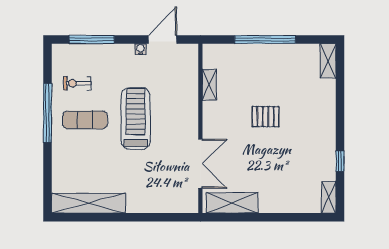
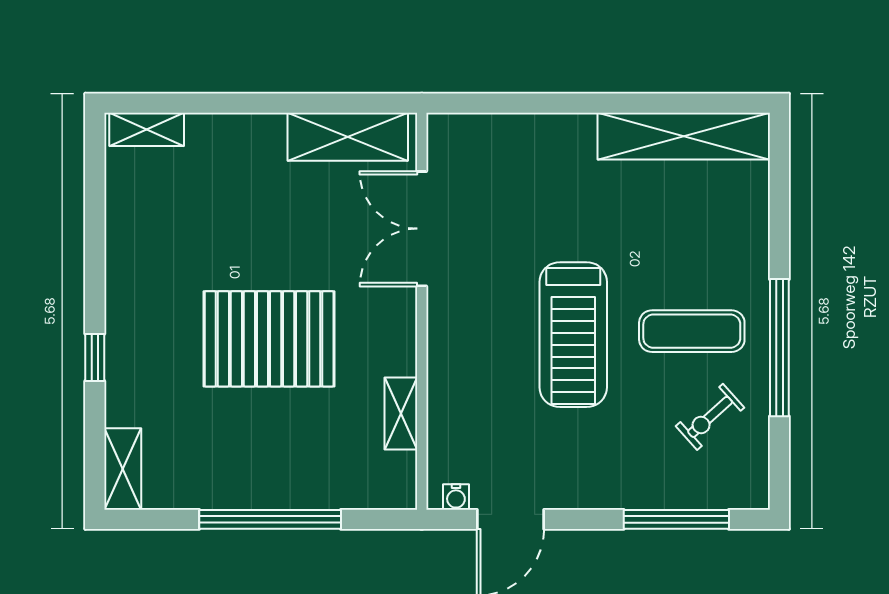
water cooler: (140, 49) -> (456, 497), moved
exercise bike: (77, 83) -> (710, 417), turned 138
pallet: (266, 117) -> (269, 339), width x2.05, depth x2.00
window: (340, 161) -> (95, 357), moved
shelving: (329, 197) -> (147, 129), moved, turned 90

